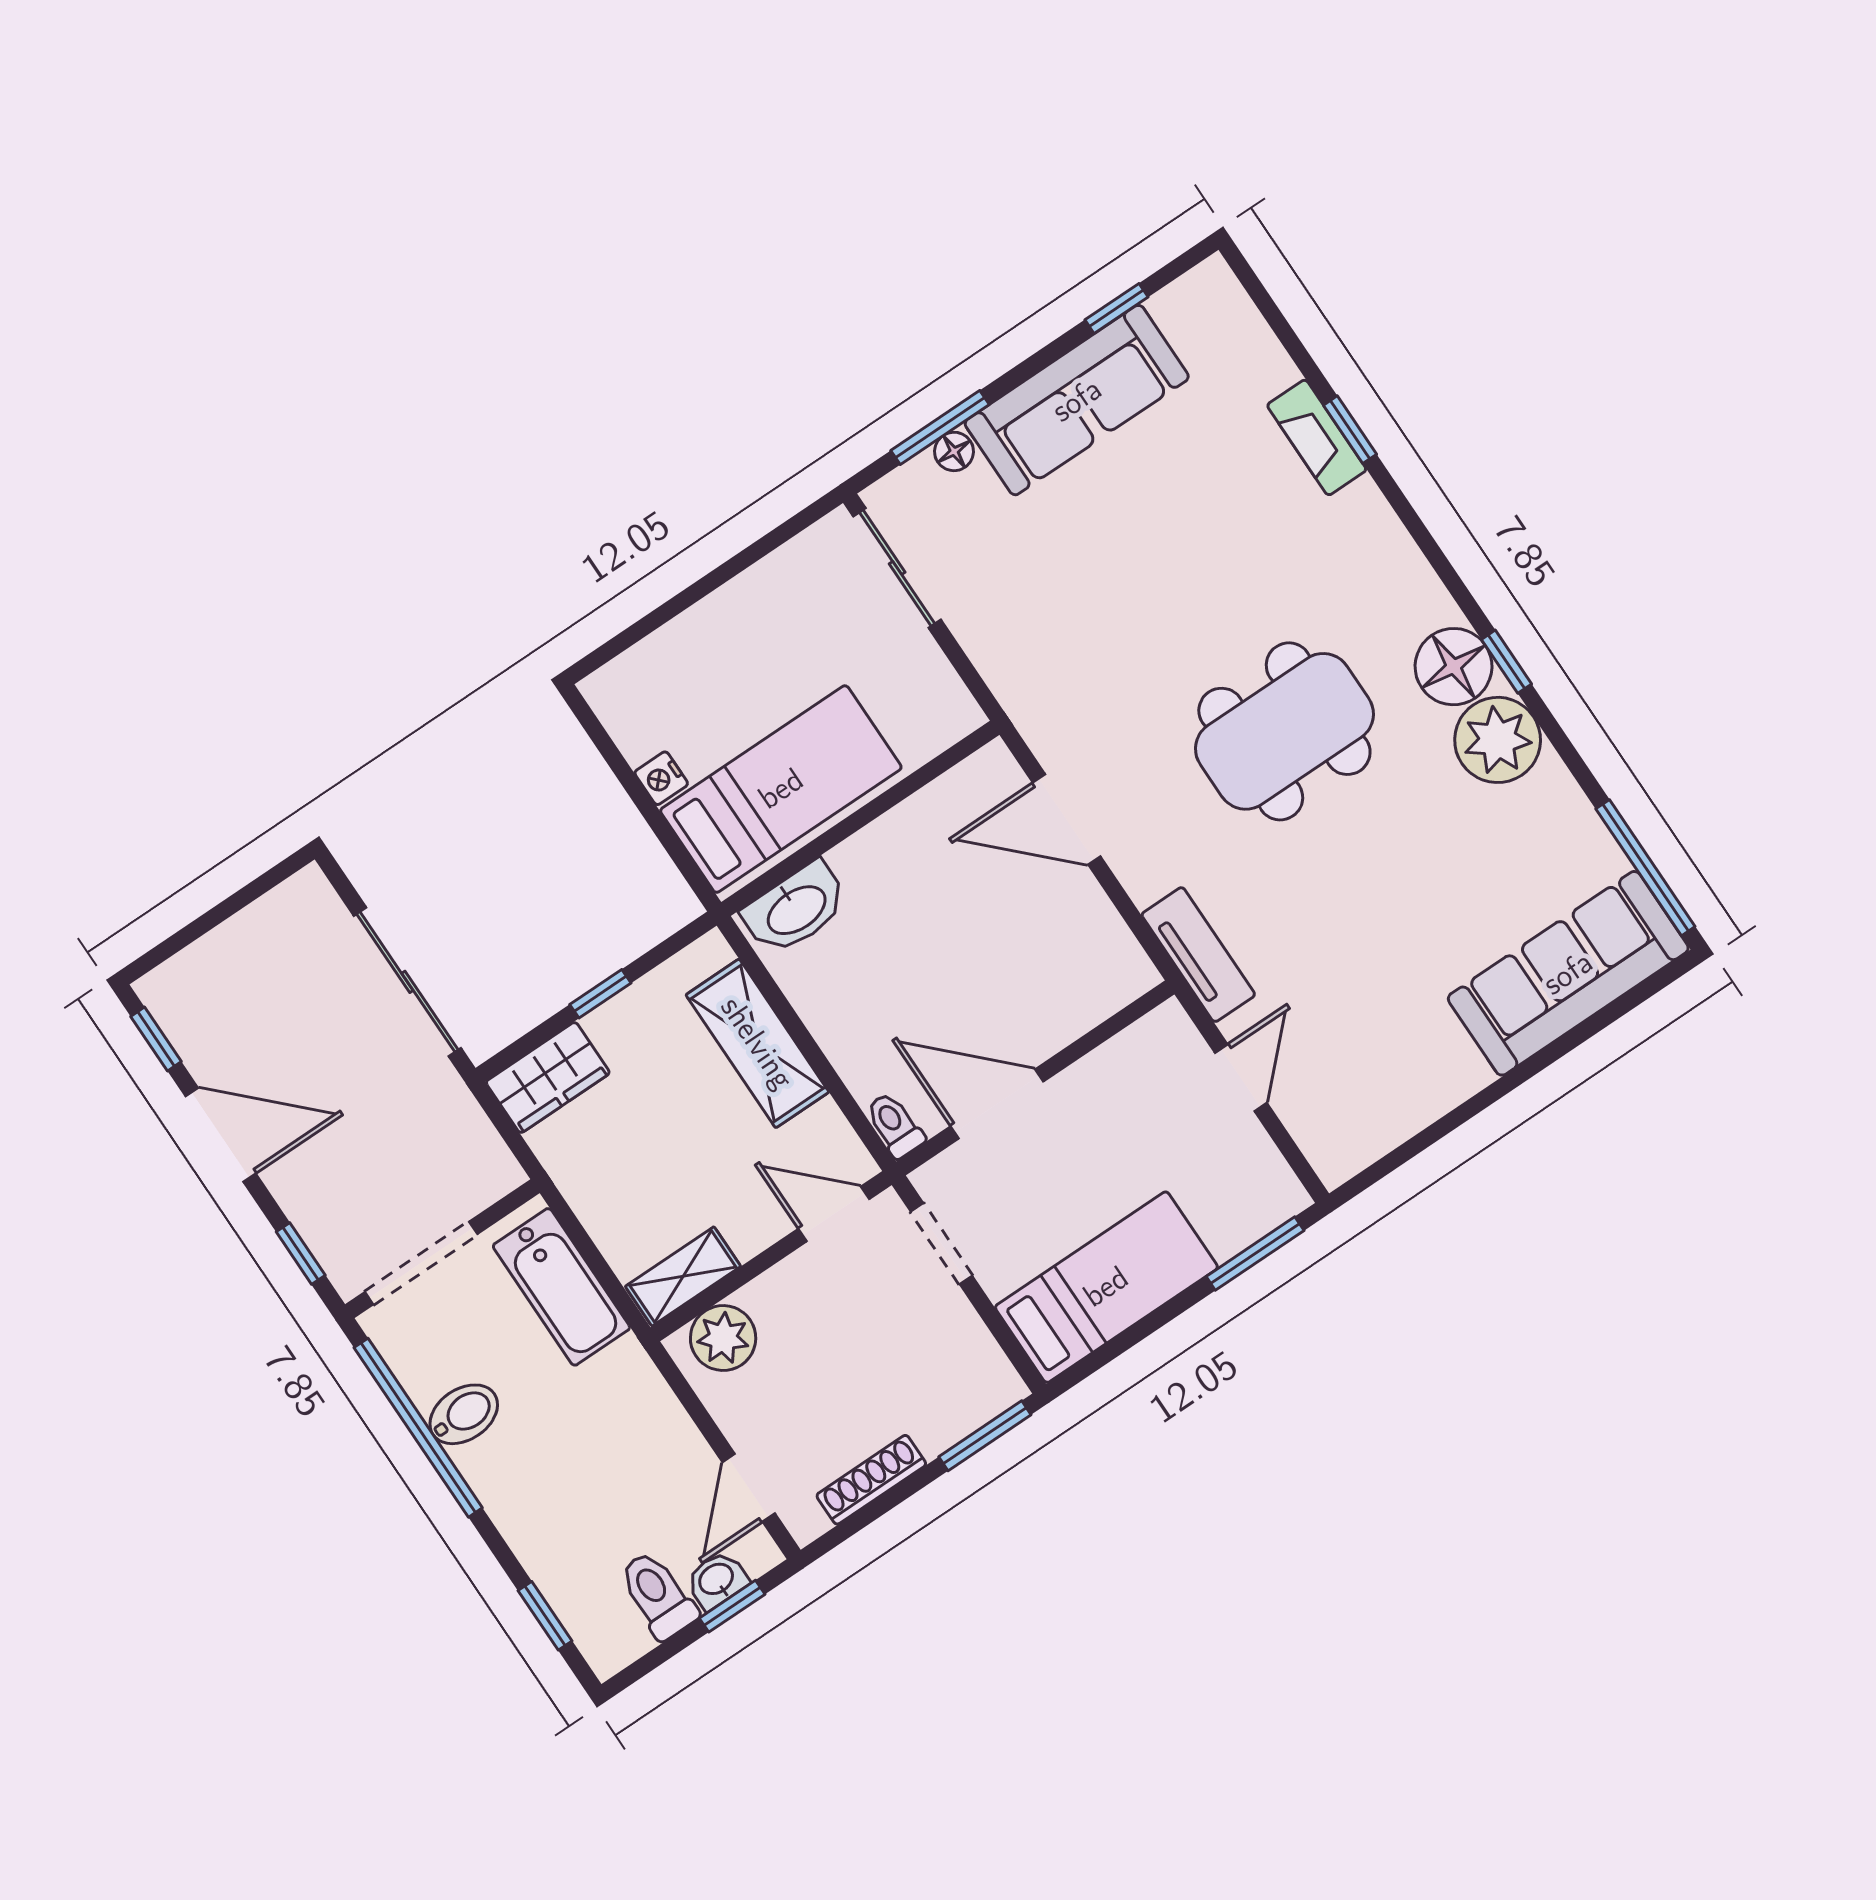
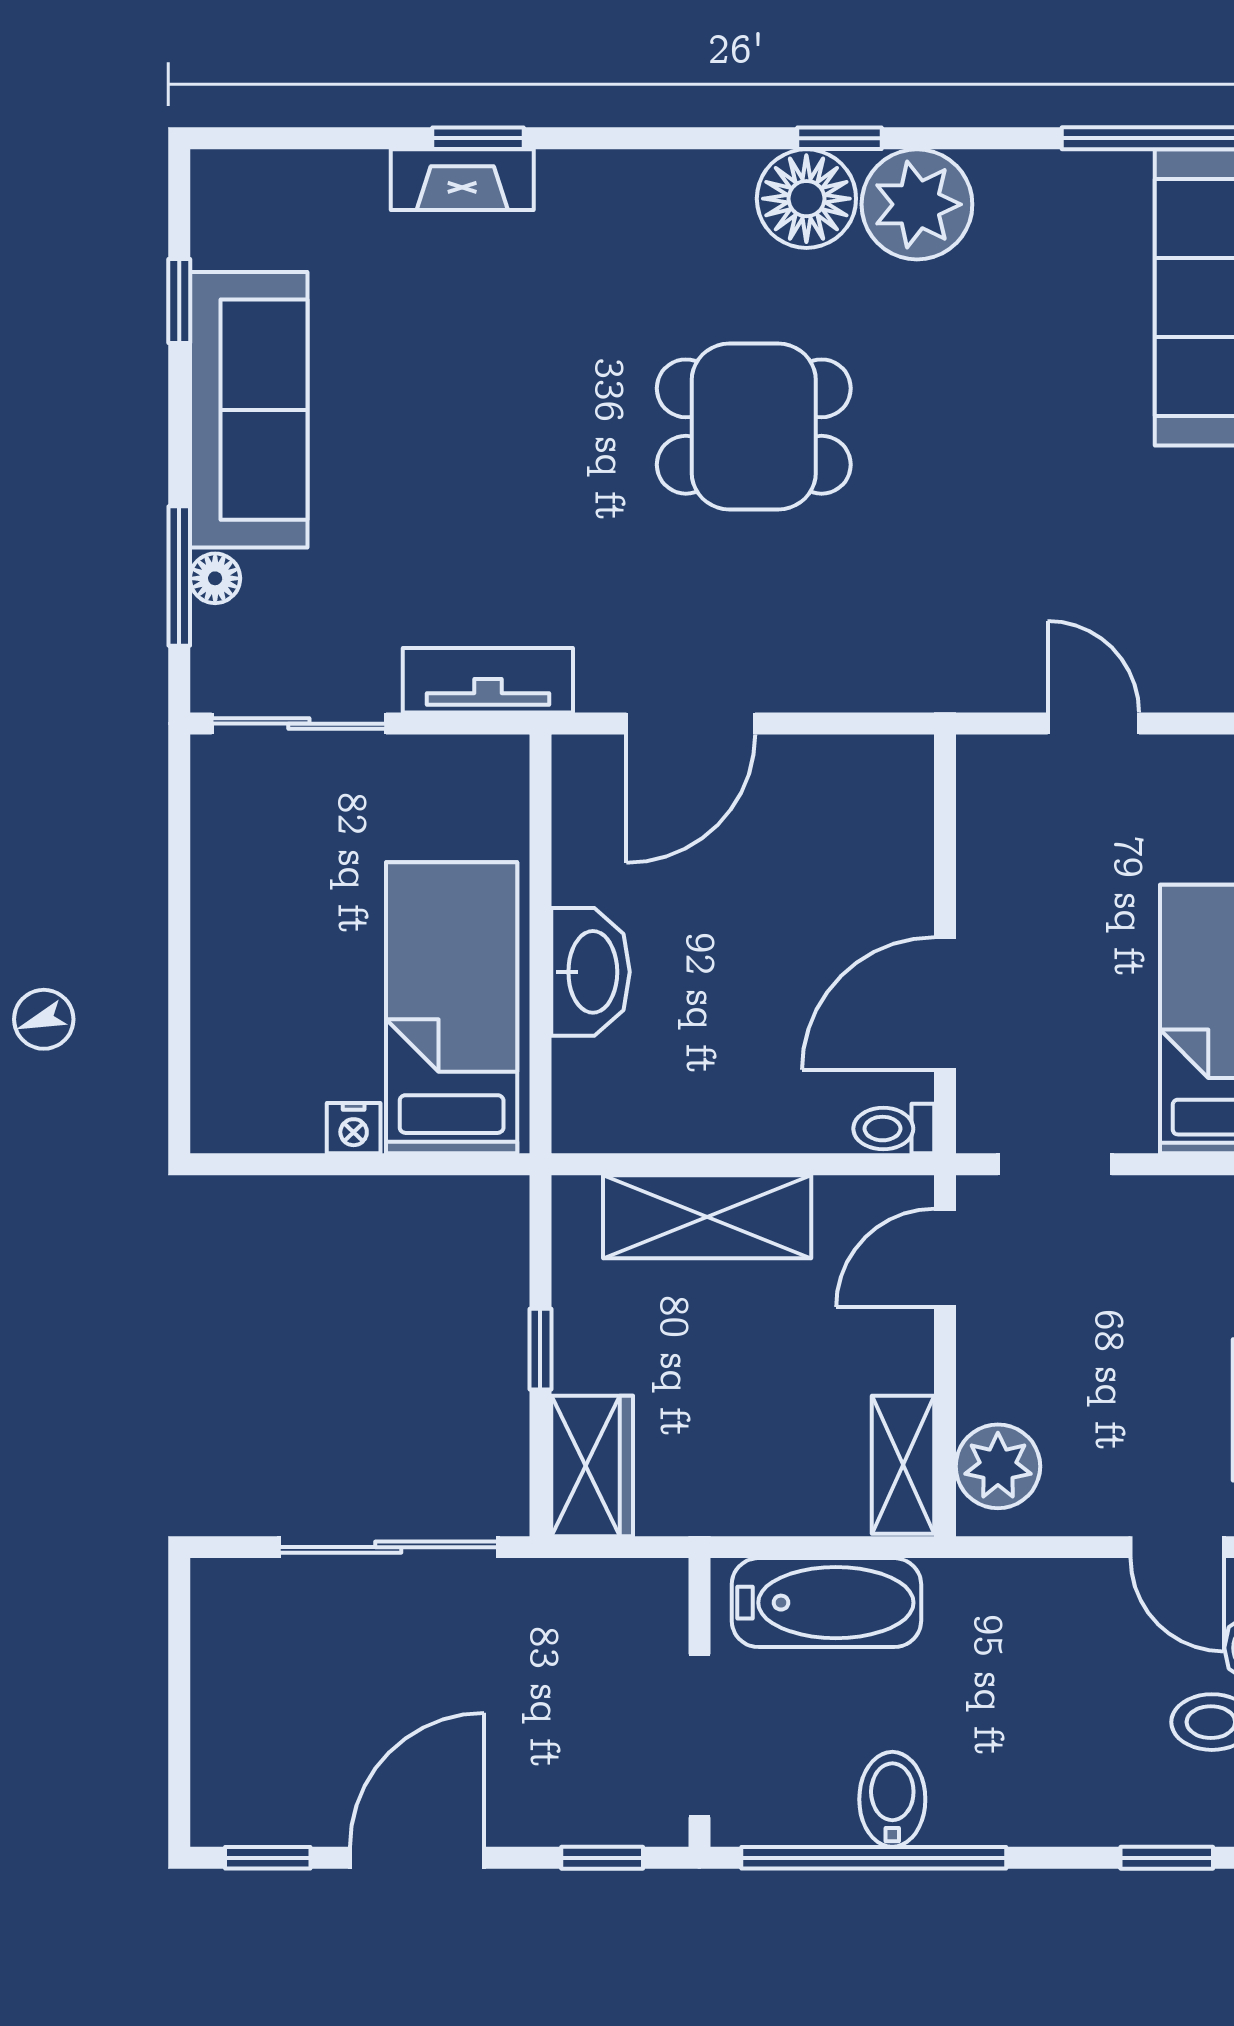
dining table: (1284, 731) -> (754, 427), width x0.73
washbasin: (796, 909) -> (590, 972), moved
tv unit: (1198, 955) -> (488, 680), moved

